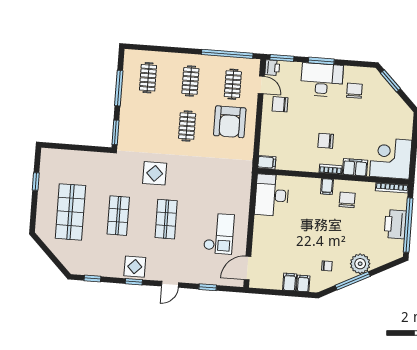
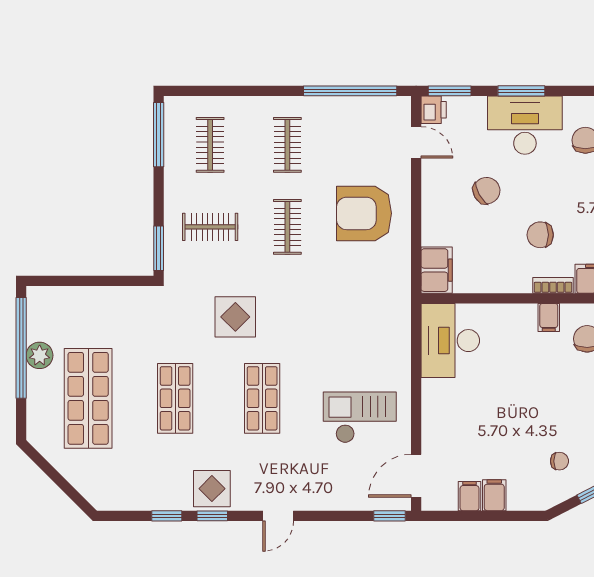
clothes rail: (233, 84) -> (210, 227), moved, turned 90
window: (119, 88) -> (159, 135), moved
chair: (280, 104) -> (486, 191), moved, turned 151
armchair: (230, 122) -> (364, 213), turned 90
filing cabinet: (267, 162) -> (437, 270), width x2.00
window: (36, 181) -> (21, 348), width x3.17
plant: (46, 186) -> (40, 355), added
checkout: (219, 234) -> (360, 417), turned -90
window: (92, 279) -> (167, 516), moved
filing cabinet: (303, 283) -> (470, 496), moved
window: (208, 287) -> (390, 516), moved

